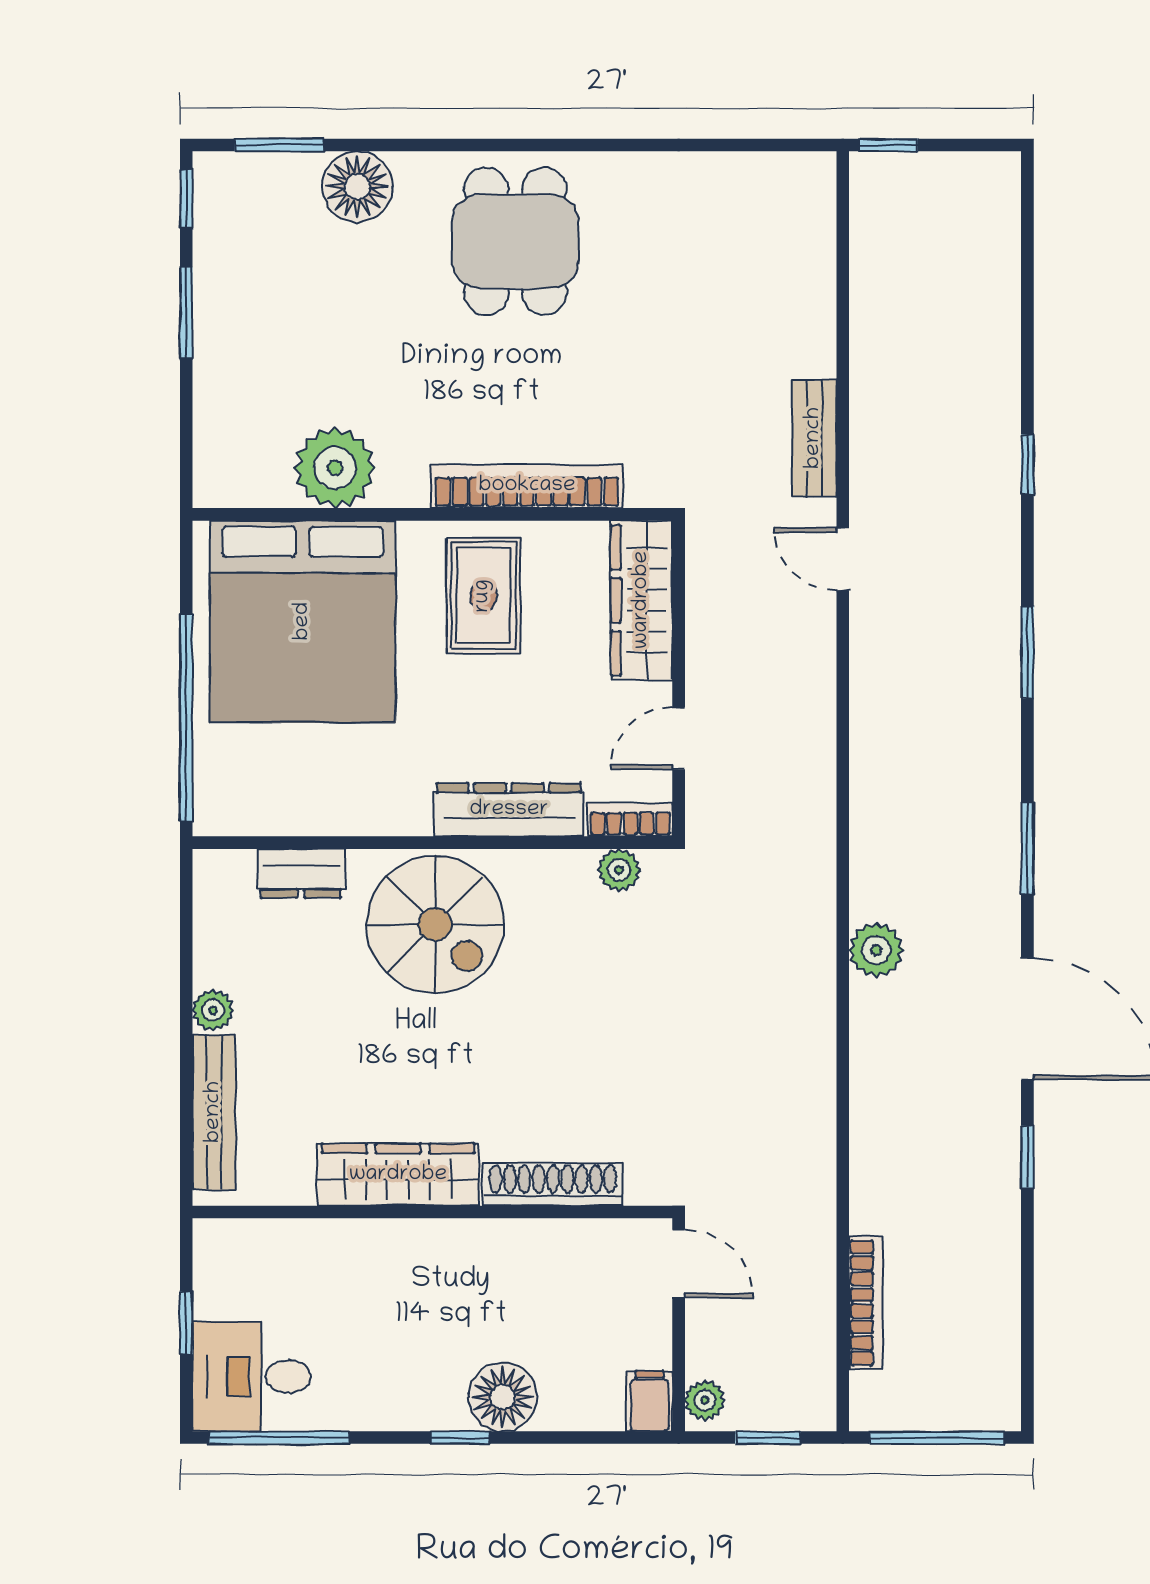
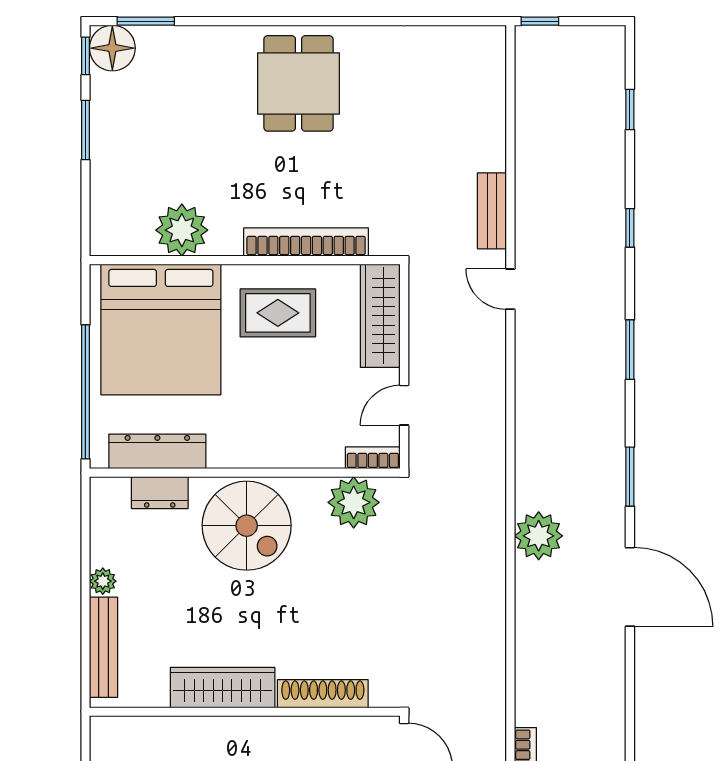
floor lamp: (357, 187) -> (112, 48), moved
rug: (483, 596) -> (278, 313), turned 90
dresser: (509, 810) -> (157, 451), moved
plant: (619, 870) -> (354, 502), width x1.88, depth x1.88
plant: (876, 950) -> (539, 536), width x1.36, depth x1.36
window: (1027, 1157) -> (630, 110), moved

